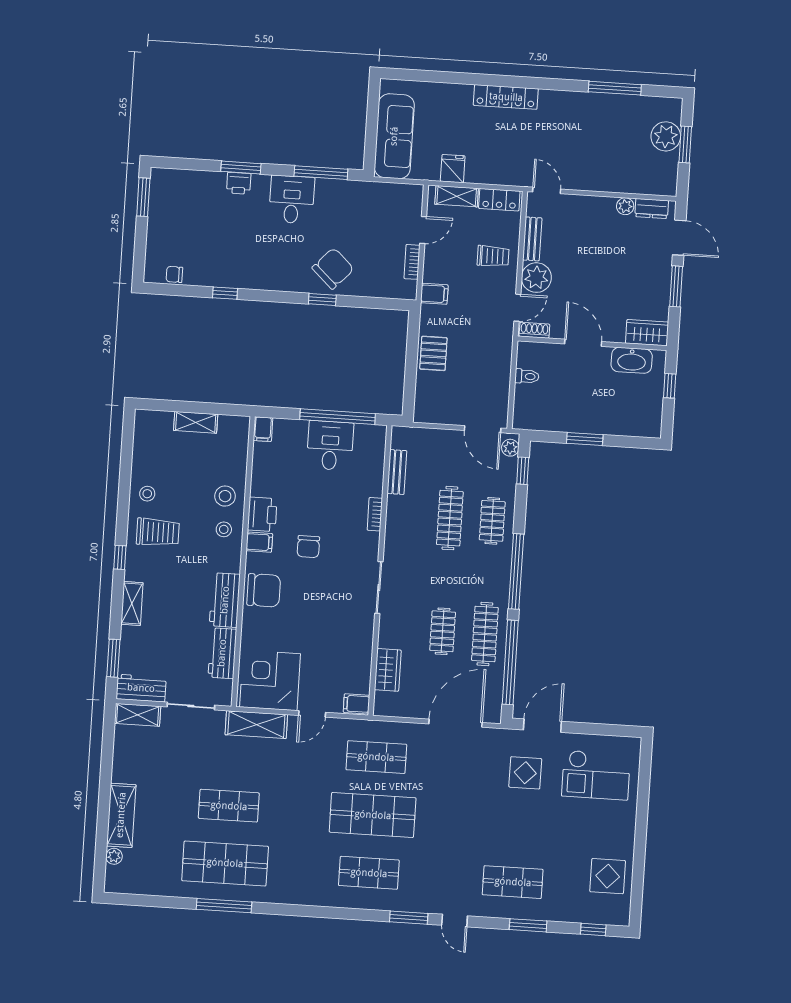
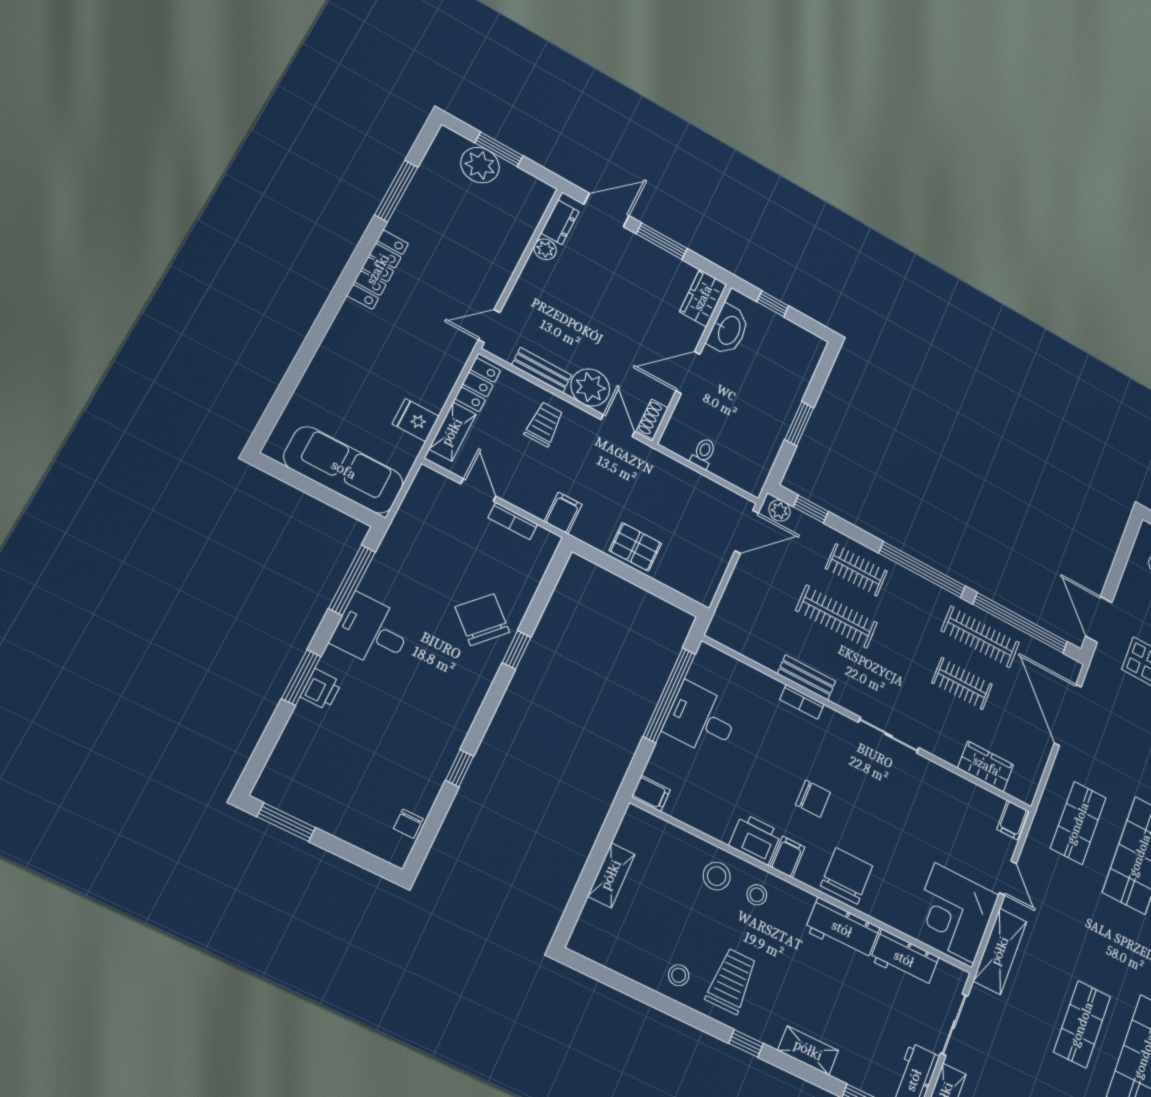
locker: (506, 97) -> (378, 269), moved
bench: (397, 472) -> (807, 677), moved

